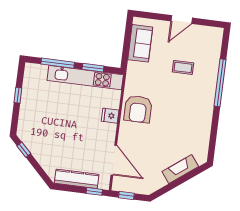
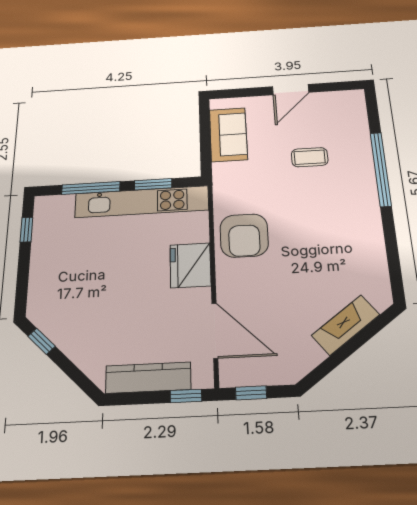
window: (18, 95) -> (26, 230), moved
fridge: (110, 116) -> (190, 265), width x1.88, depth x1.34

